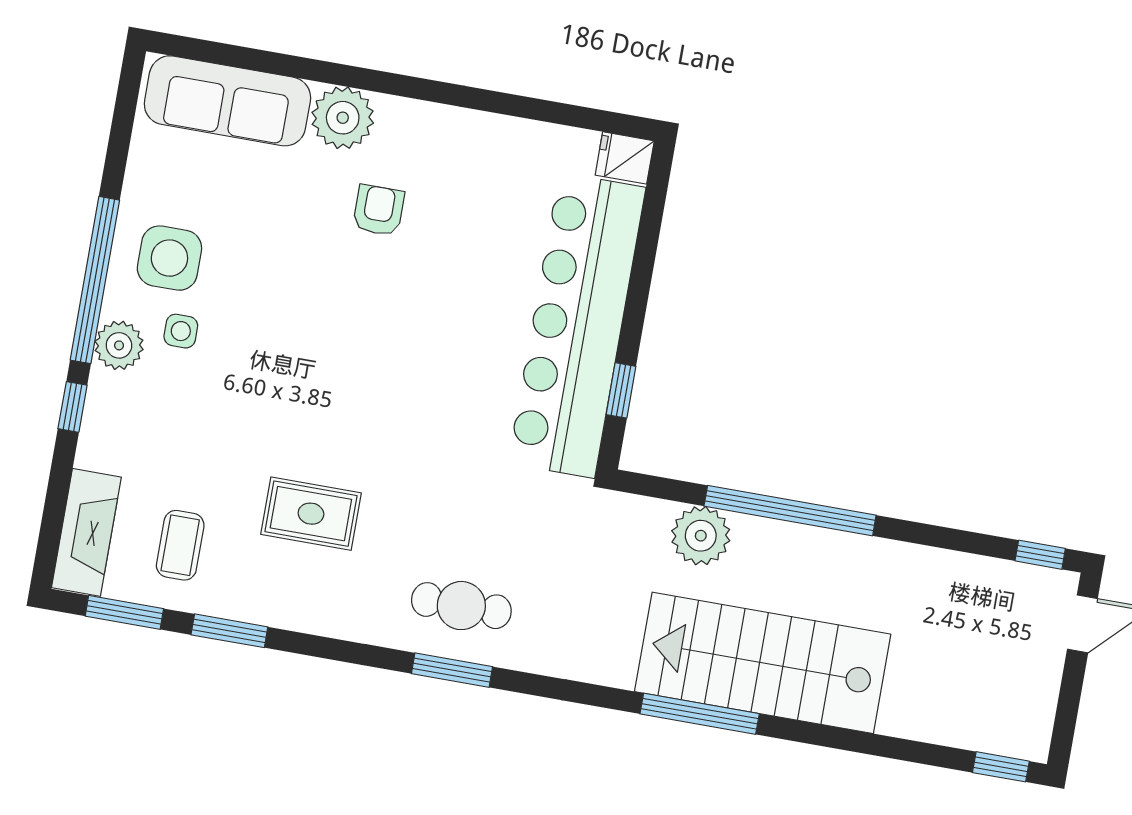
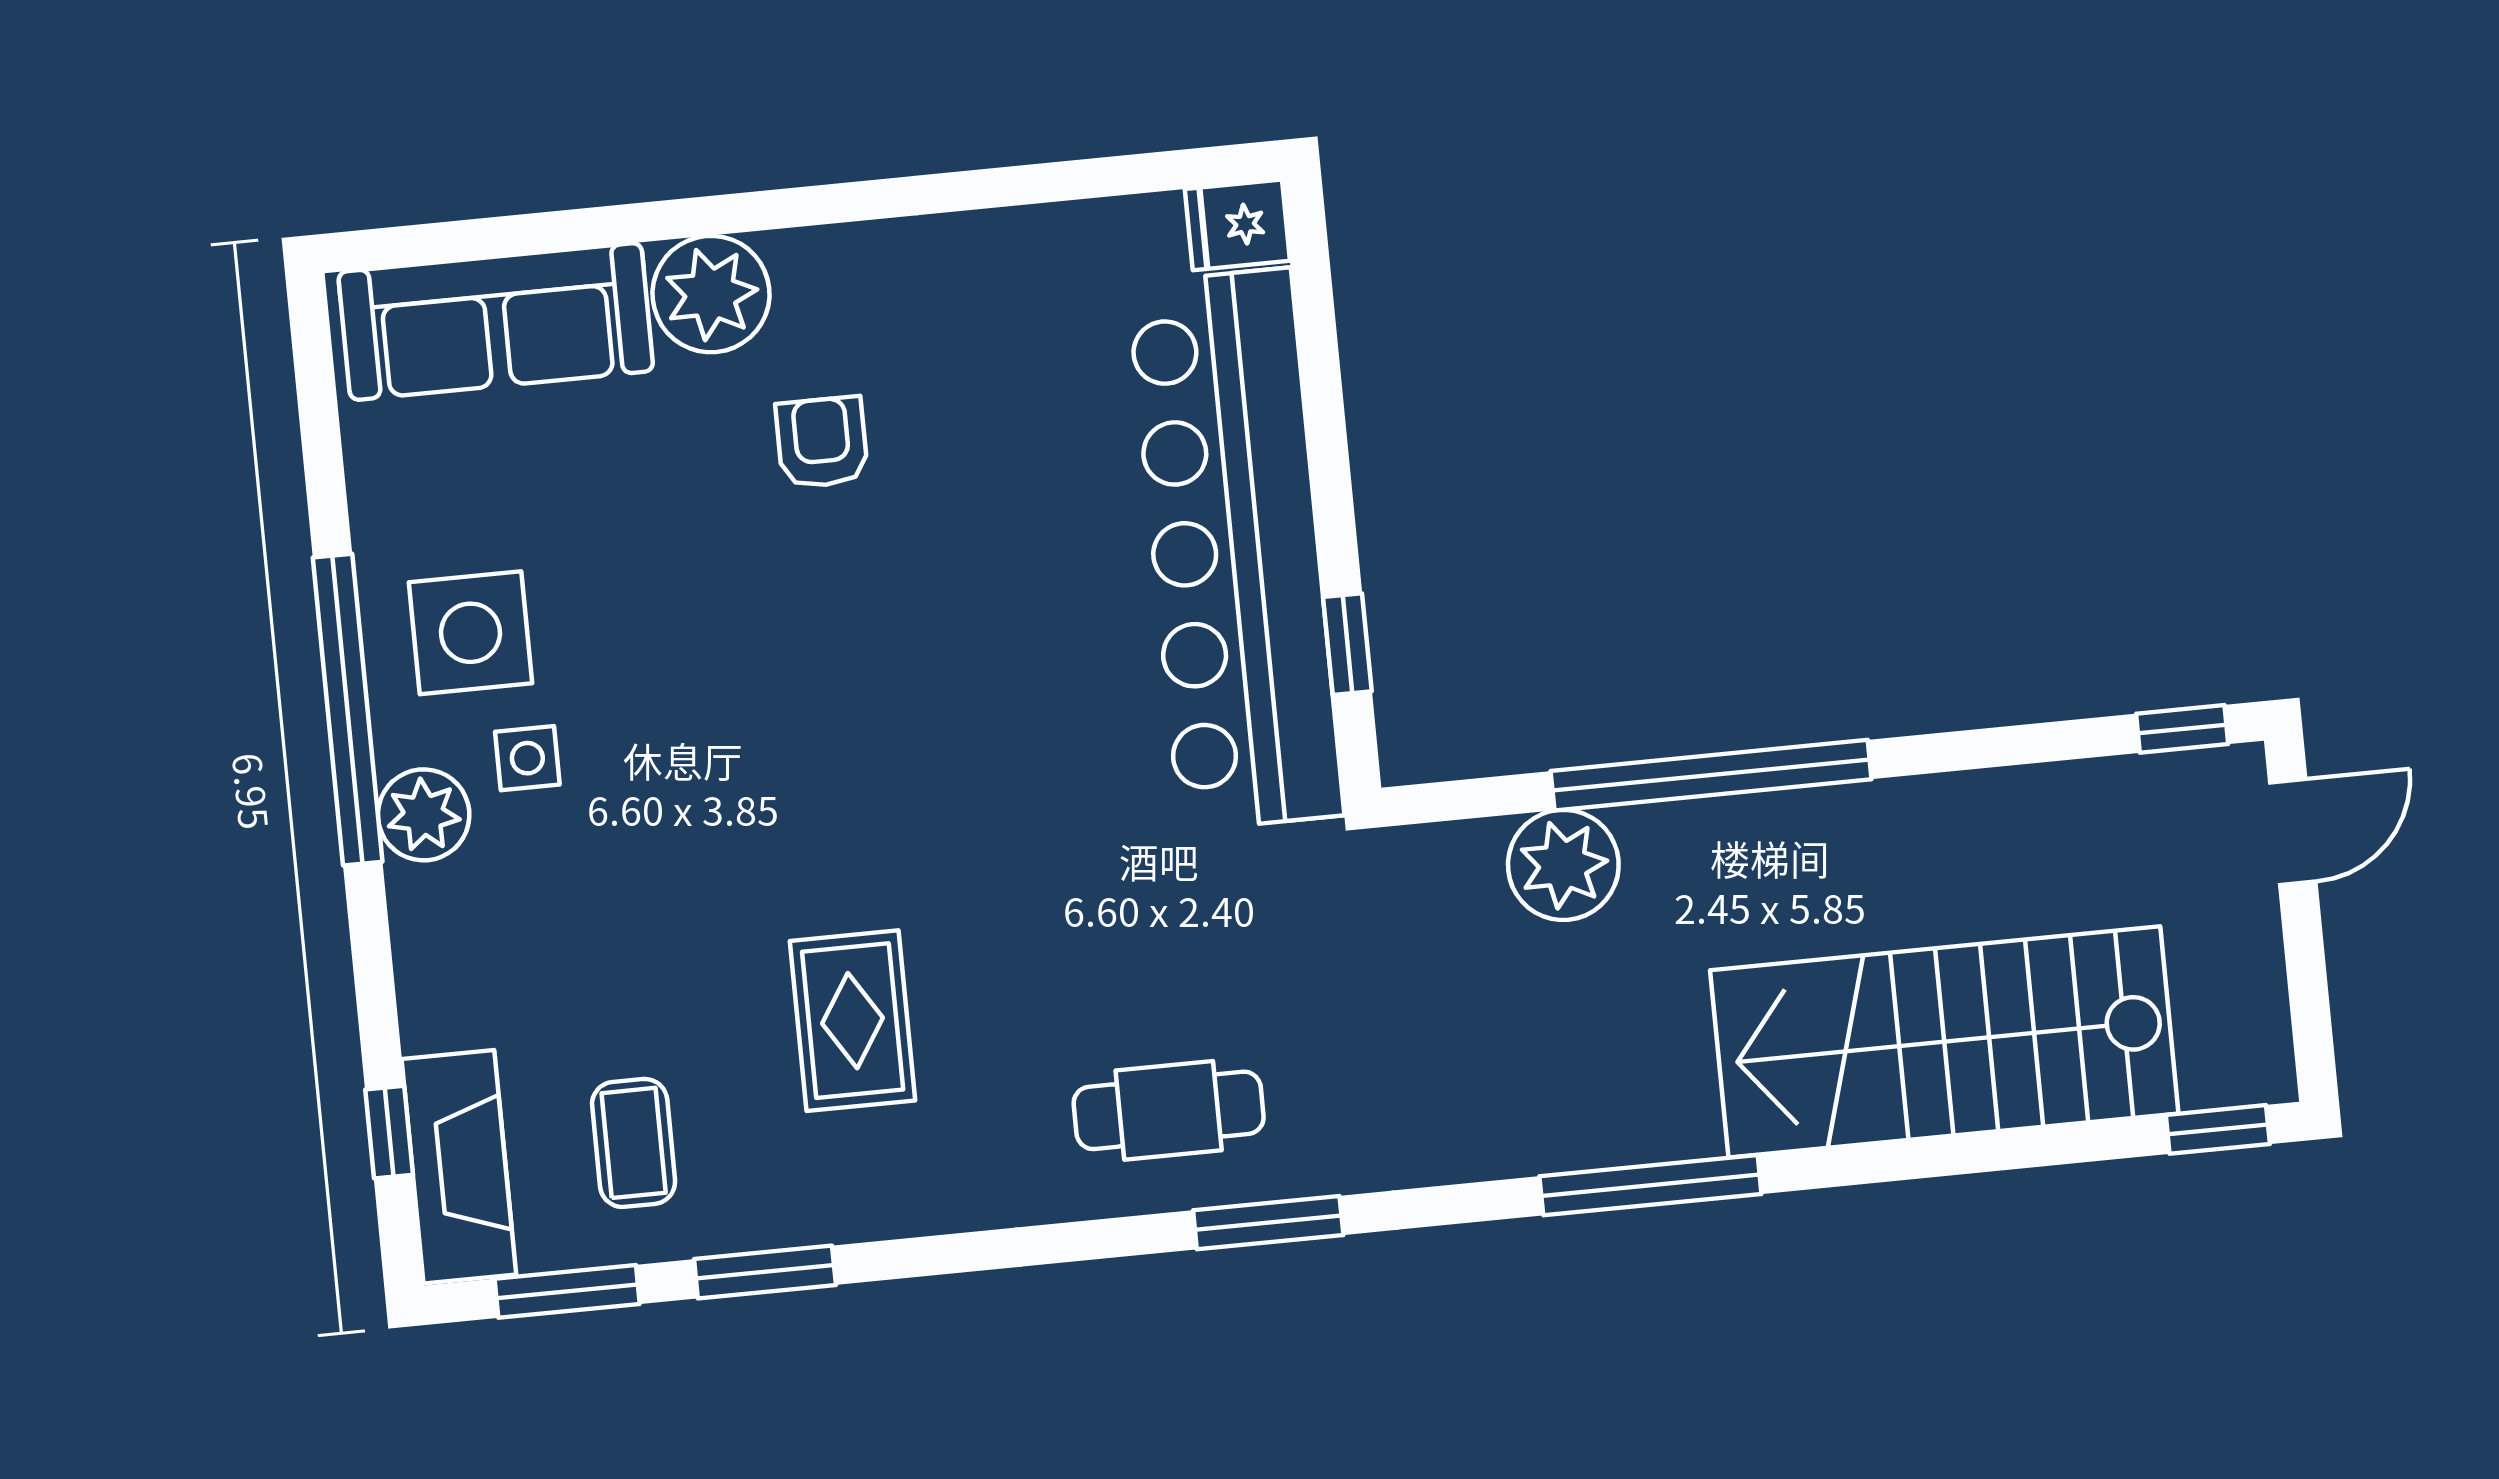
window: (73, 407) -> (389, 1132), moved
rug: (311, 514) -> (853, 1021), turned 90
stairs: (763, 663) -> (1944, 1042), moved
window: (452, 670) -> (1268, 1223), moved

